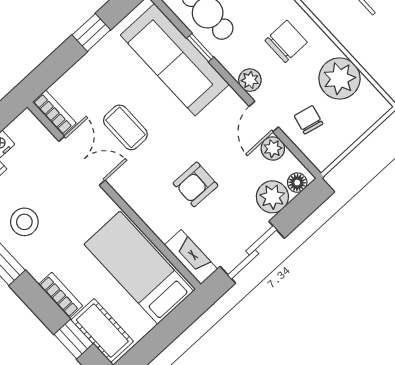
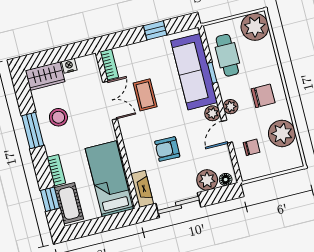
chair: (309, 120) -> (252, 147), turned 77
plant: (273, 149) -> (212, 113), moved

